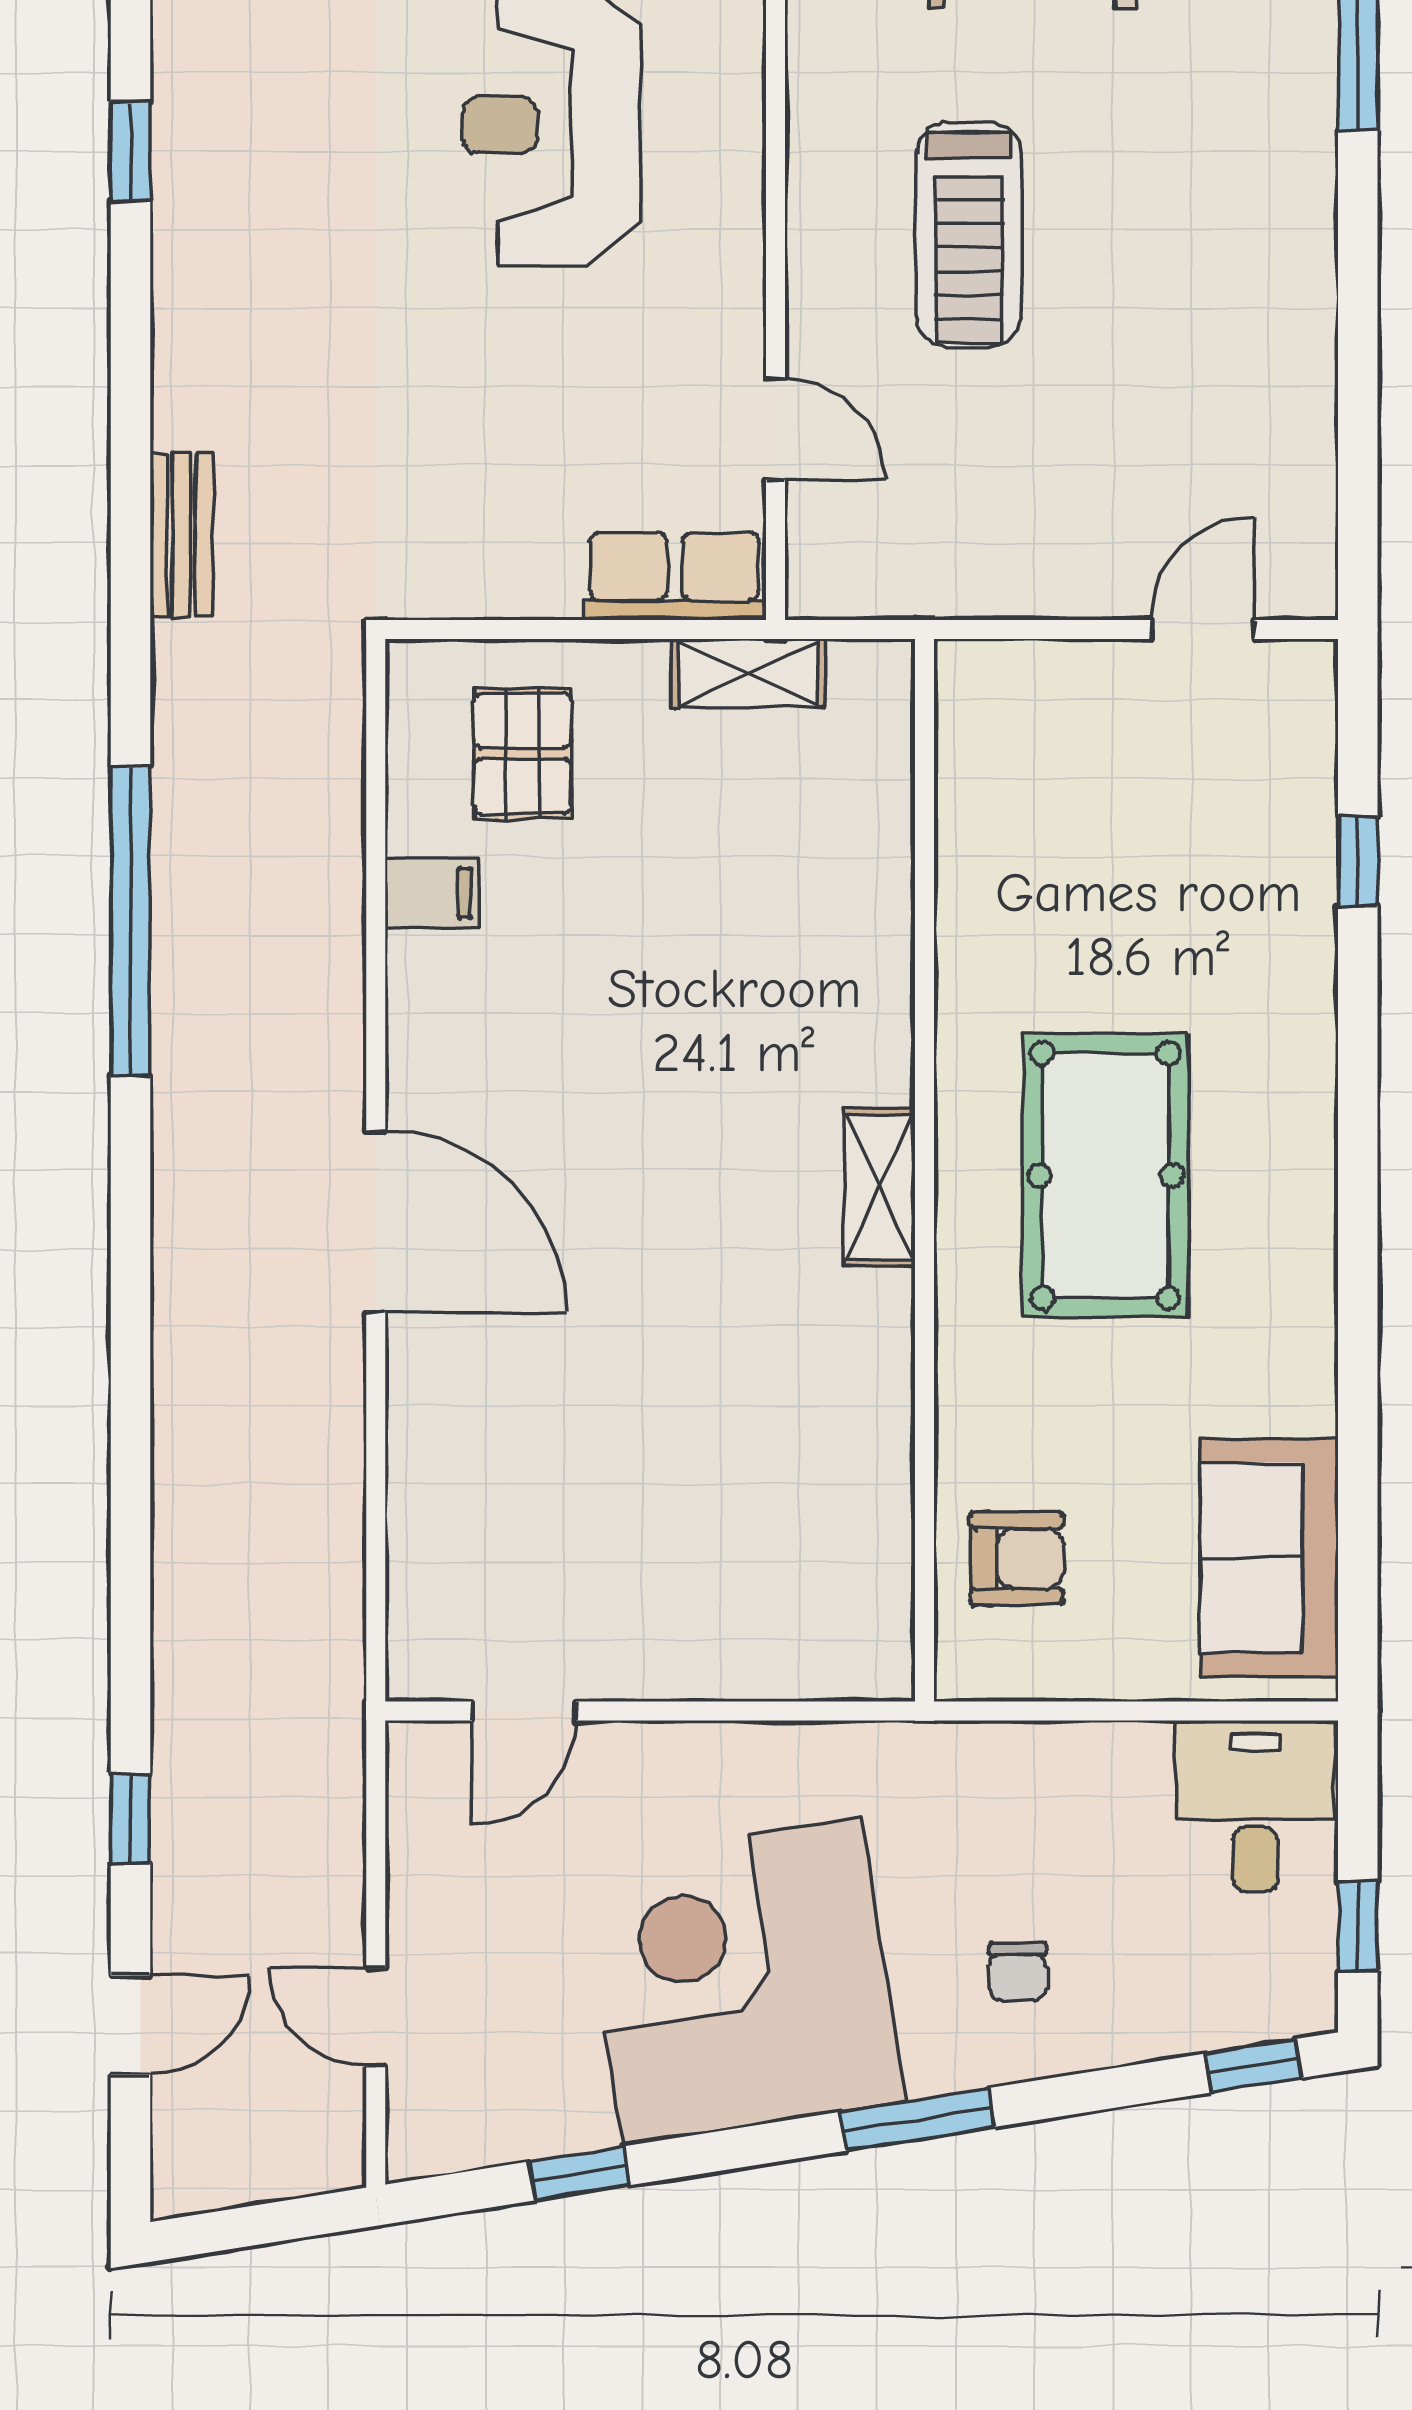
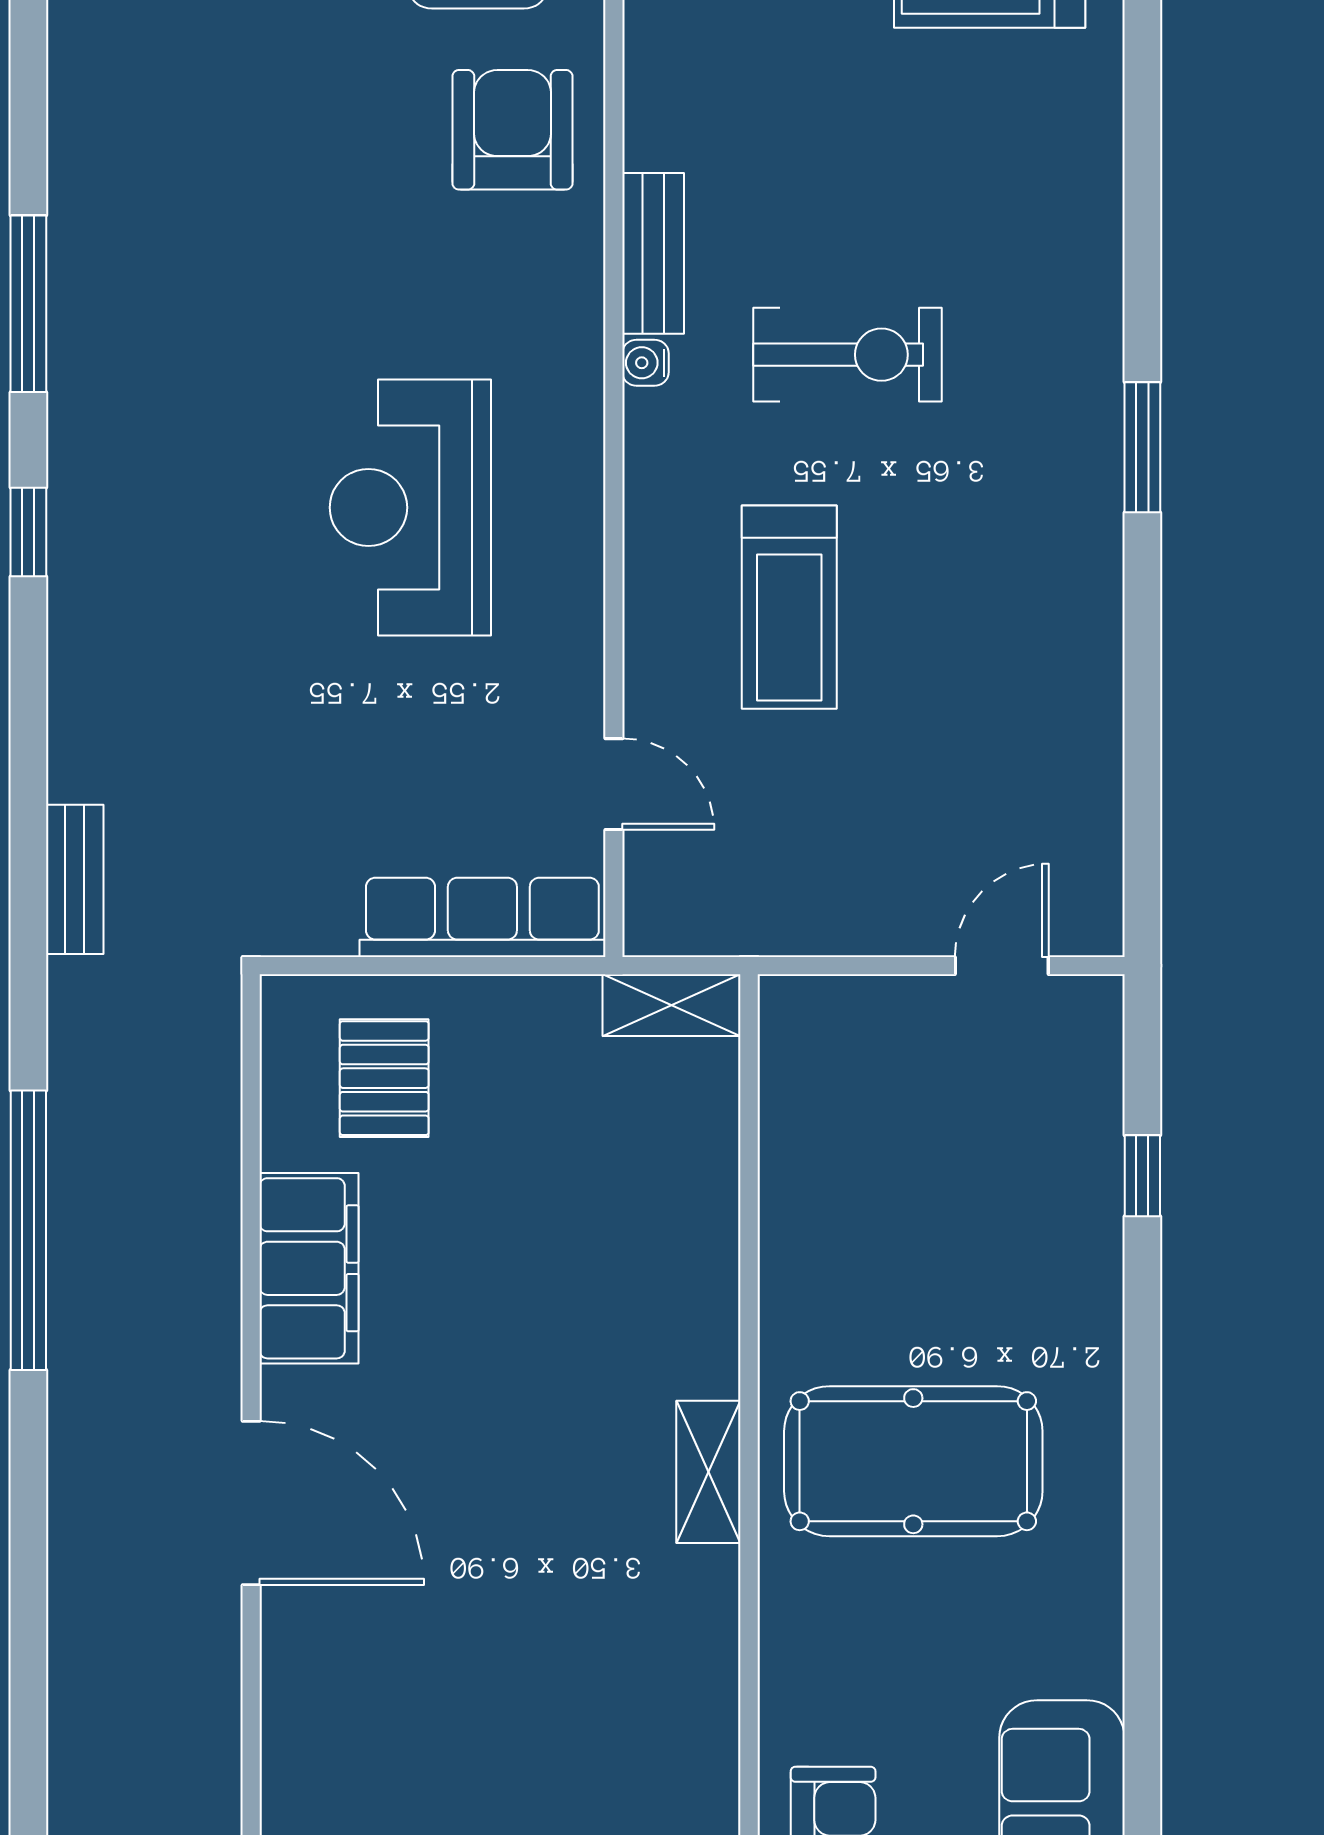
row of seats: (674, 576) -> (482, 917), width x1.48
shelving: (749, 673) -> (672, 1005), moved
filing cabinet: (432, 893) -> (309, 1268), width x3.00, depth x1.17
pool table: (1105, 1175) -> (913, 1461), turned 90

